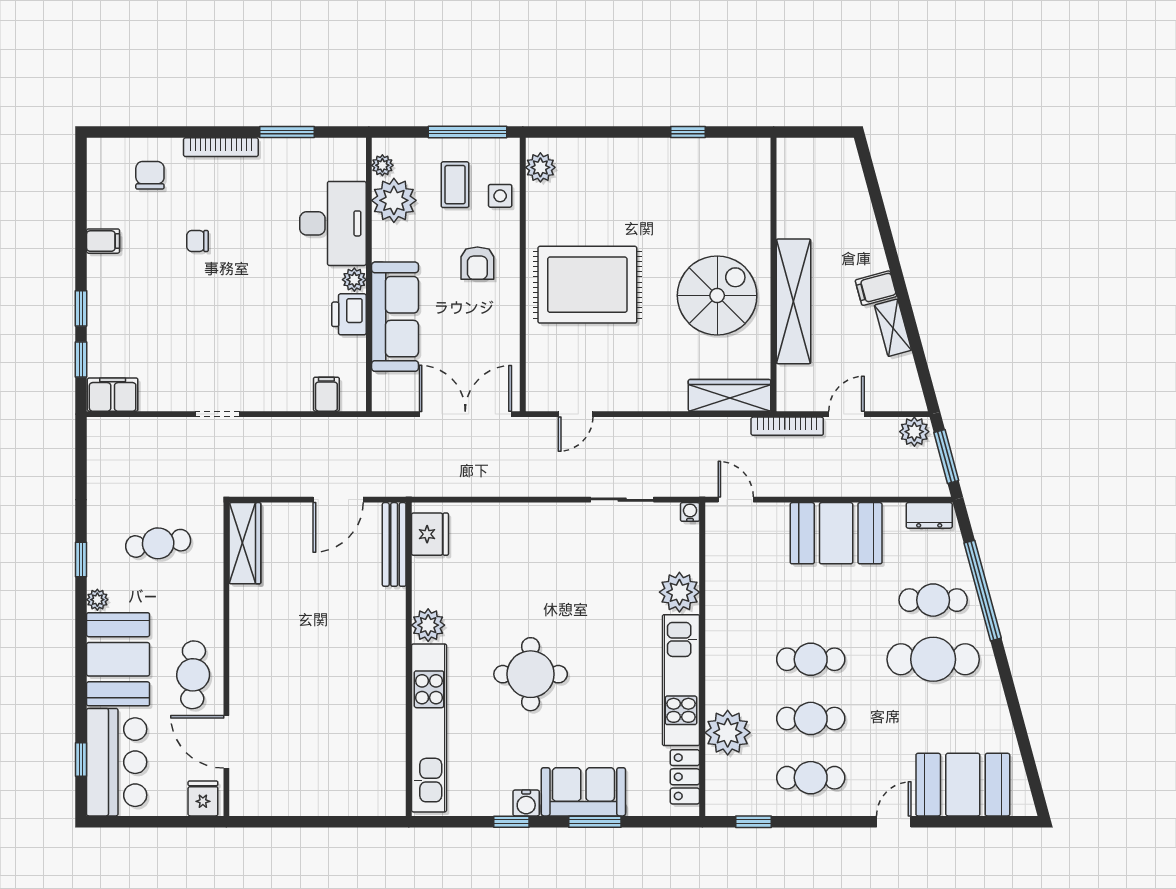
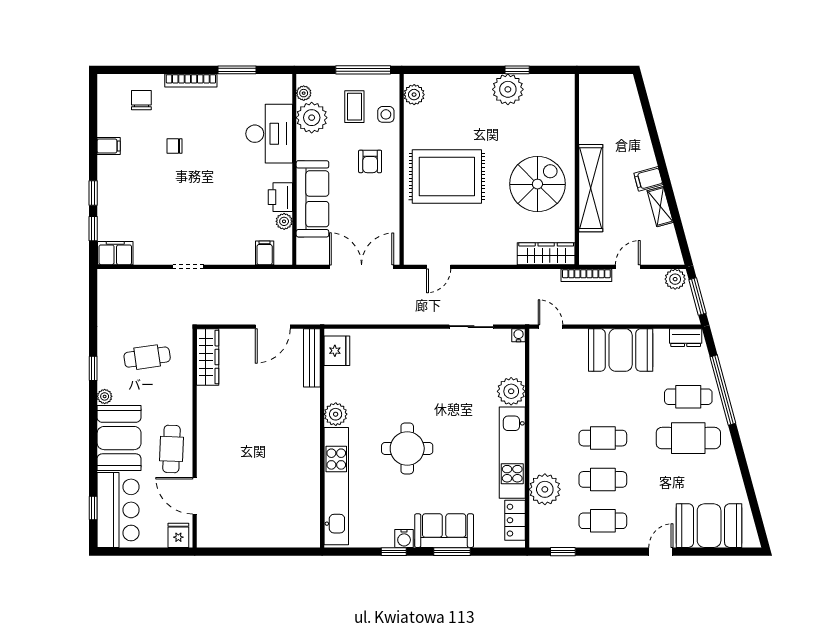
plant: (675, 160) -> (508, 89), added
plant: (354, 280) -> (284, 221), moved

